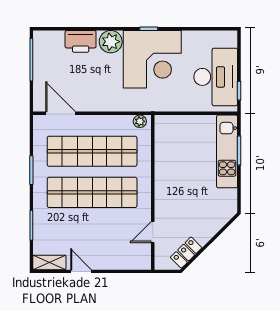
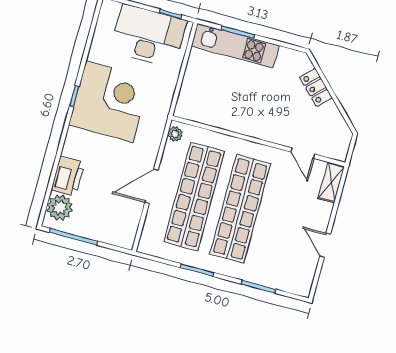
plant: (111, 42) -> (60, 208), moved
door: (61, 113) -> (151, 186), moved
locker: (186, 253) -> (316, 87), moved
shelving: (49, 262) -> (331, 182), moved
door: (81, 271) -> (325, 245), hinge flipped

